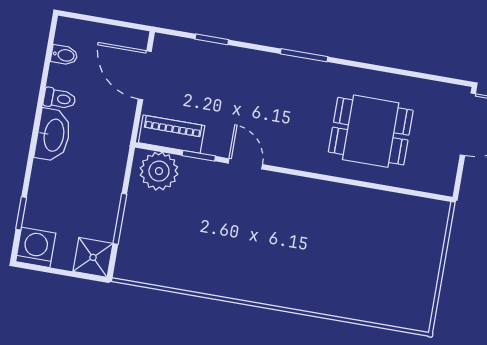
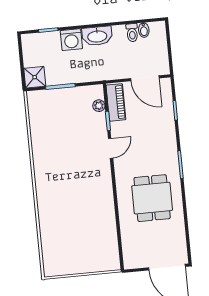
door: (145, 75) -> (145, 78), swing flipped
toilet: (59, 99) -> (132, 33), moved
dining table: (371, 131) -> (152, 198), moved
plant: (159, 171) -> (99, 106), width x0.53, depth x0.53
washing machine: (36, 247) -> (71, 40), moved, turned 90

